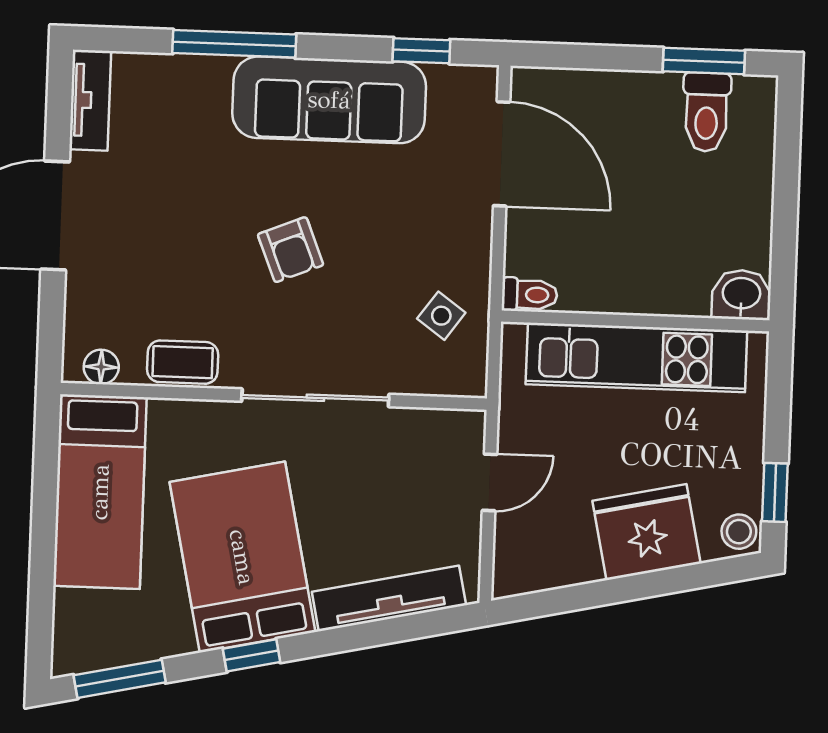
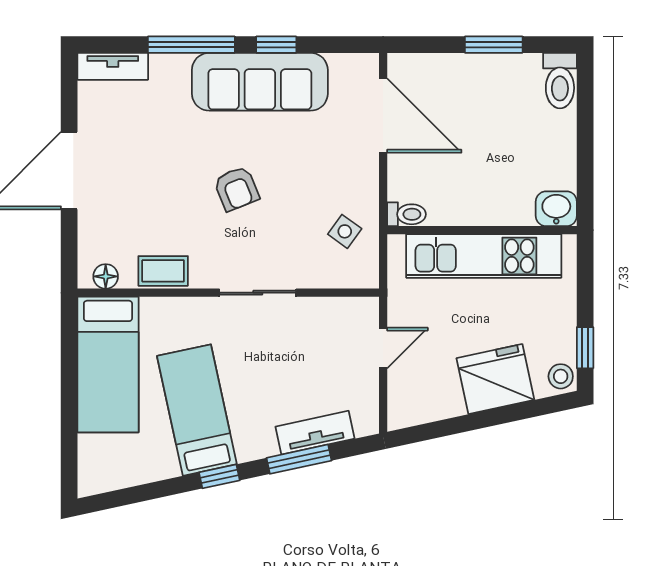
window: (421, 51) -> (276, 45), moved
window: (704, 61) -> (494, 45), moved
tv unit: (90, 100) -> (113, 66), moved, turned 90
toilet: (706, 112) -> (560, 81), moved
sliding door: (315, 398) -> (258, 293), width x0.73
bed: (242, 557) -> (197, 410), width x0.67
tv unit: (389, 598) -> (315, 433), width x0.71
window: (120, 679) -> (299, 459), moved

